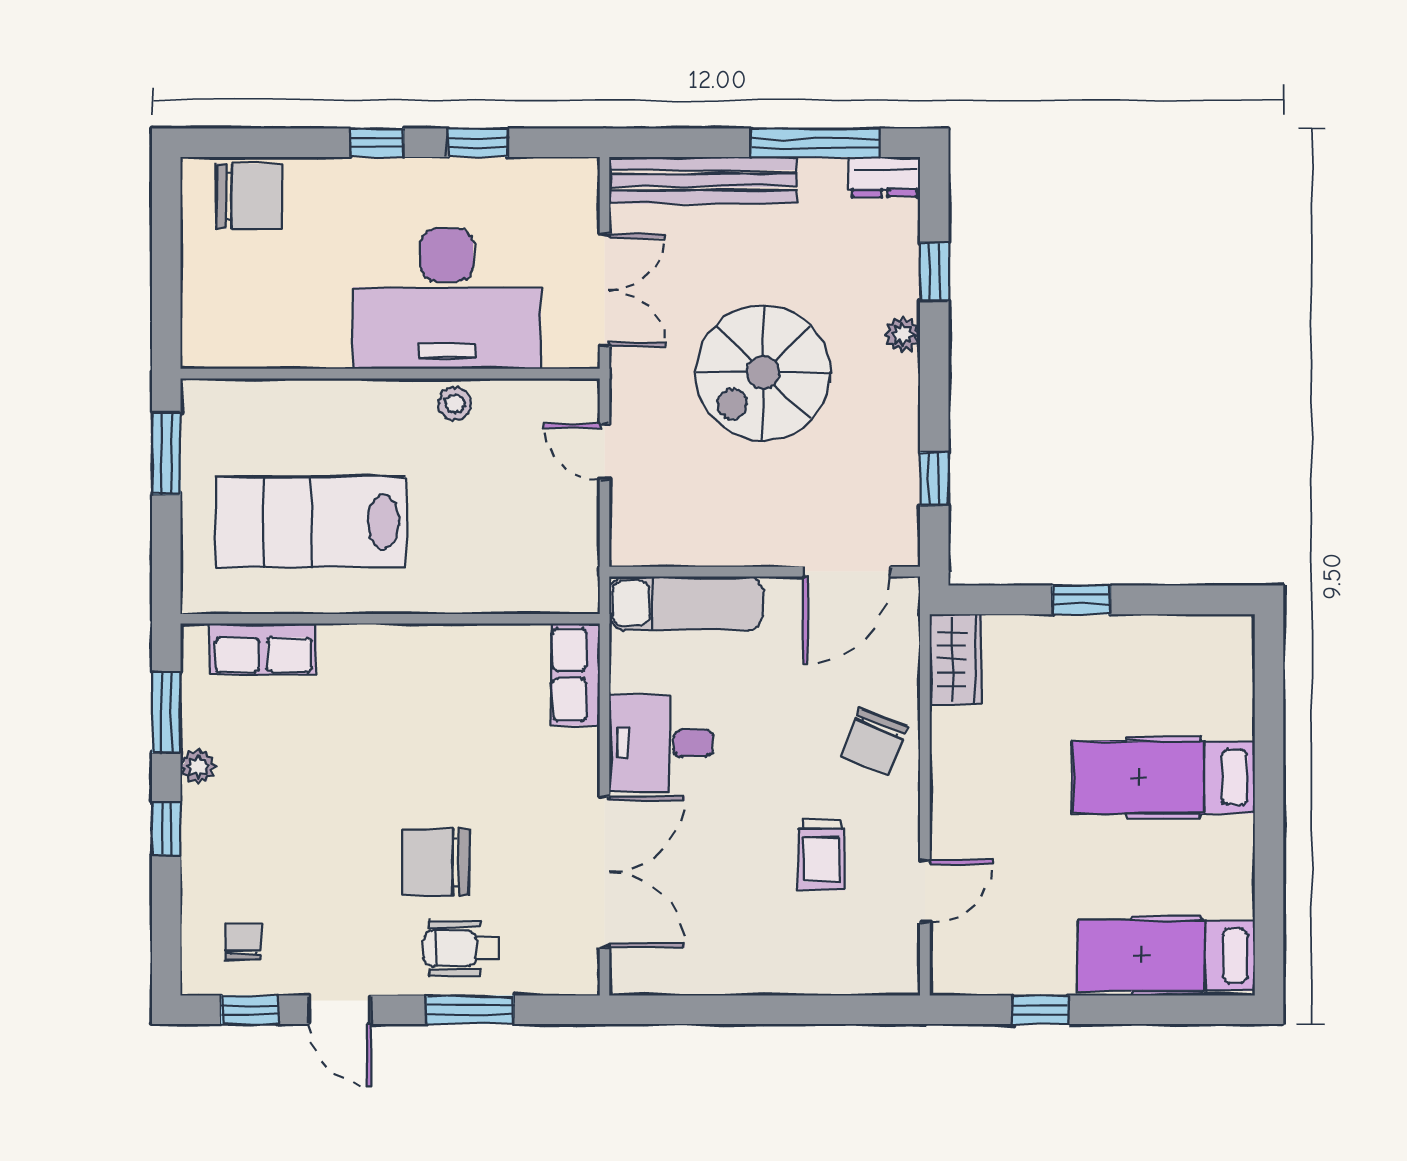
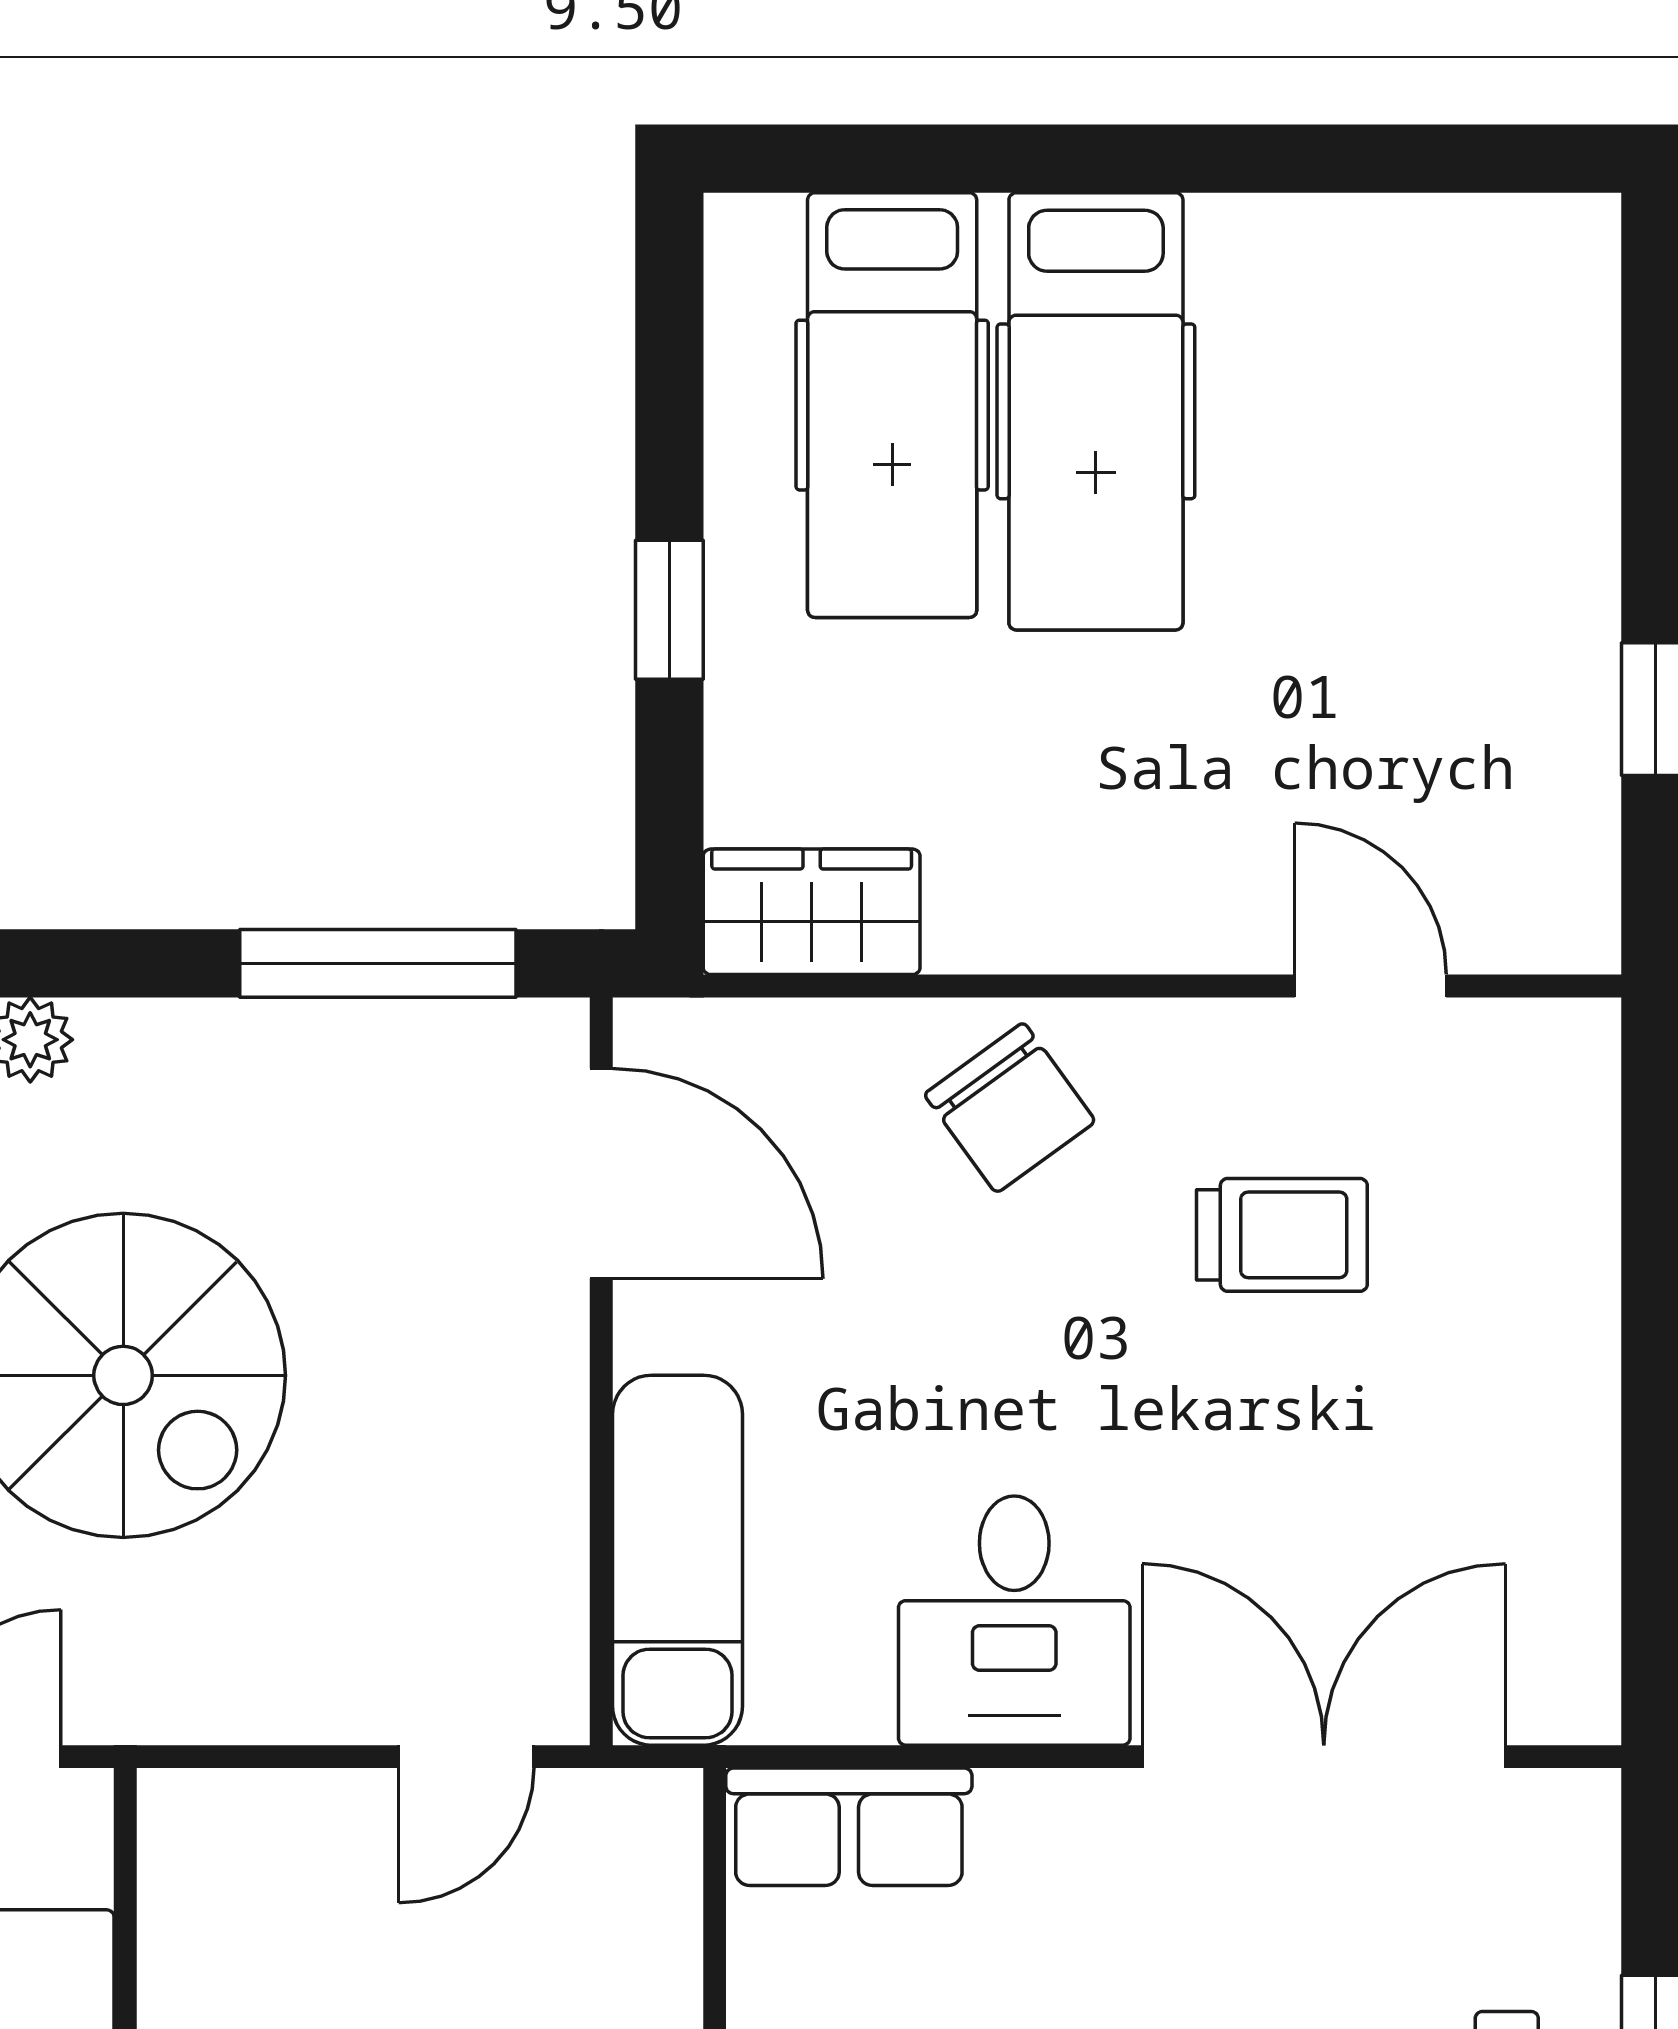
door: (604, 452) -> (466, 1757), moved
window: (934, 479) -> (378, 963), width x2.17
chair: (874, 741) -> (1010, 1108), turned 32
hospital bed: (1166, 956) -> (892, 405), moved

